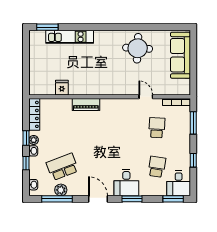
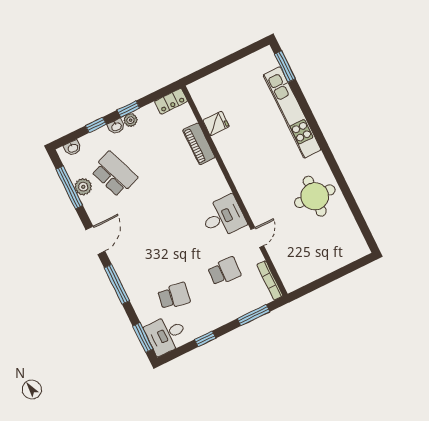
kitchen unit: (70, 37) -> (292, 112), width x1.36
sofa: (180, 55) -> (333, 256), removed
piano: (86, 105) -> (199, 144), moved
locker: (34, 114) -> (171, 101), width x0.66
desk: (126, 183) -> (223, 217), moved, turned 180
window: (132, 199) -> (117, 284), width x1.44

